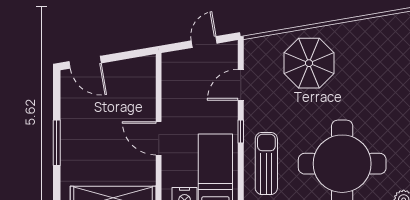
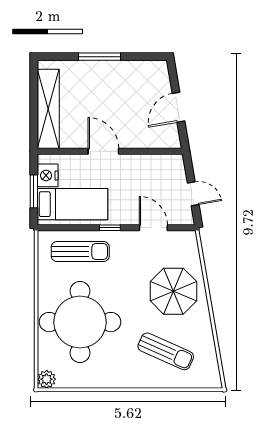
door: (85, 62) -> (178, 107), moved
sun lounger: (374, 72) -> (166, 351), added
door: (159, 138) -> (103, 151), hinge flipped

